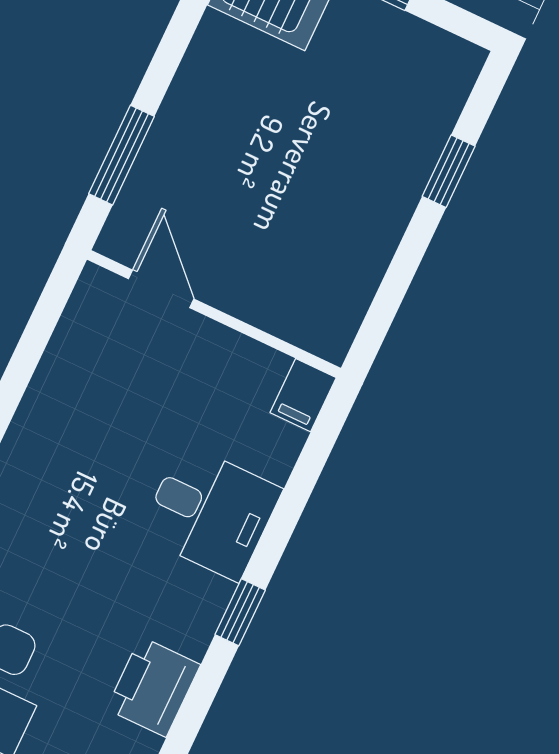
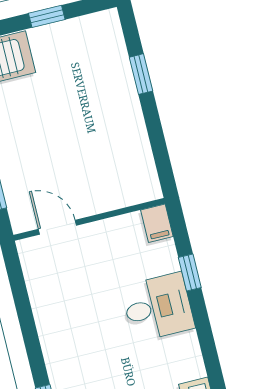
window: (240, 612) -> (190, 273), moved

